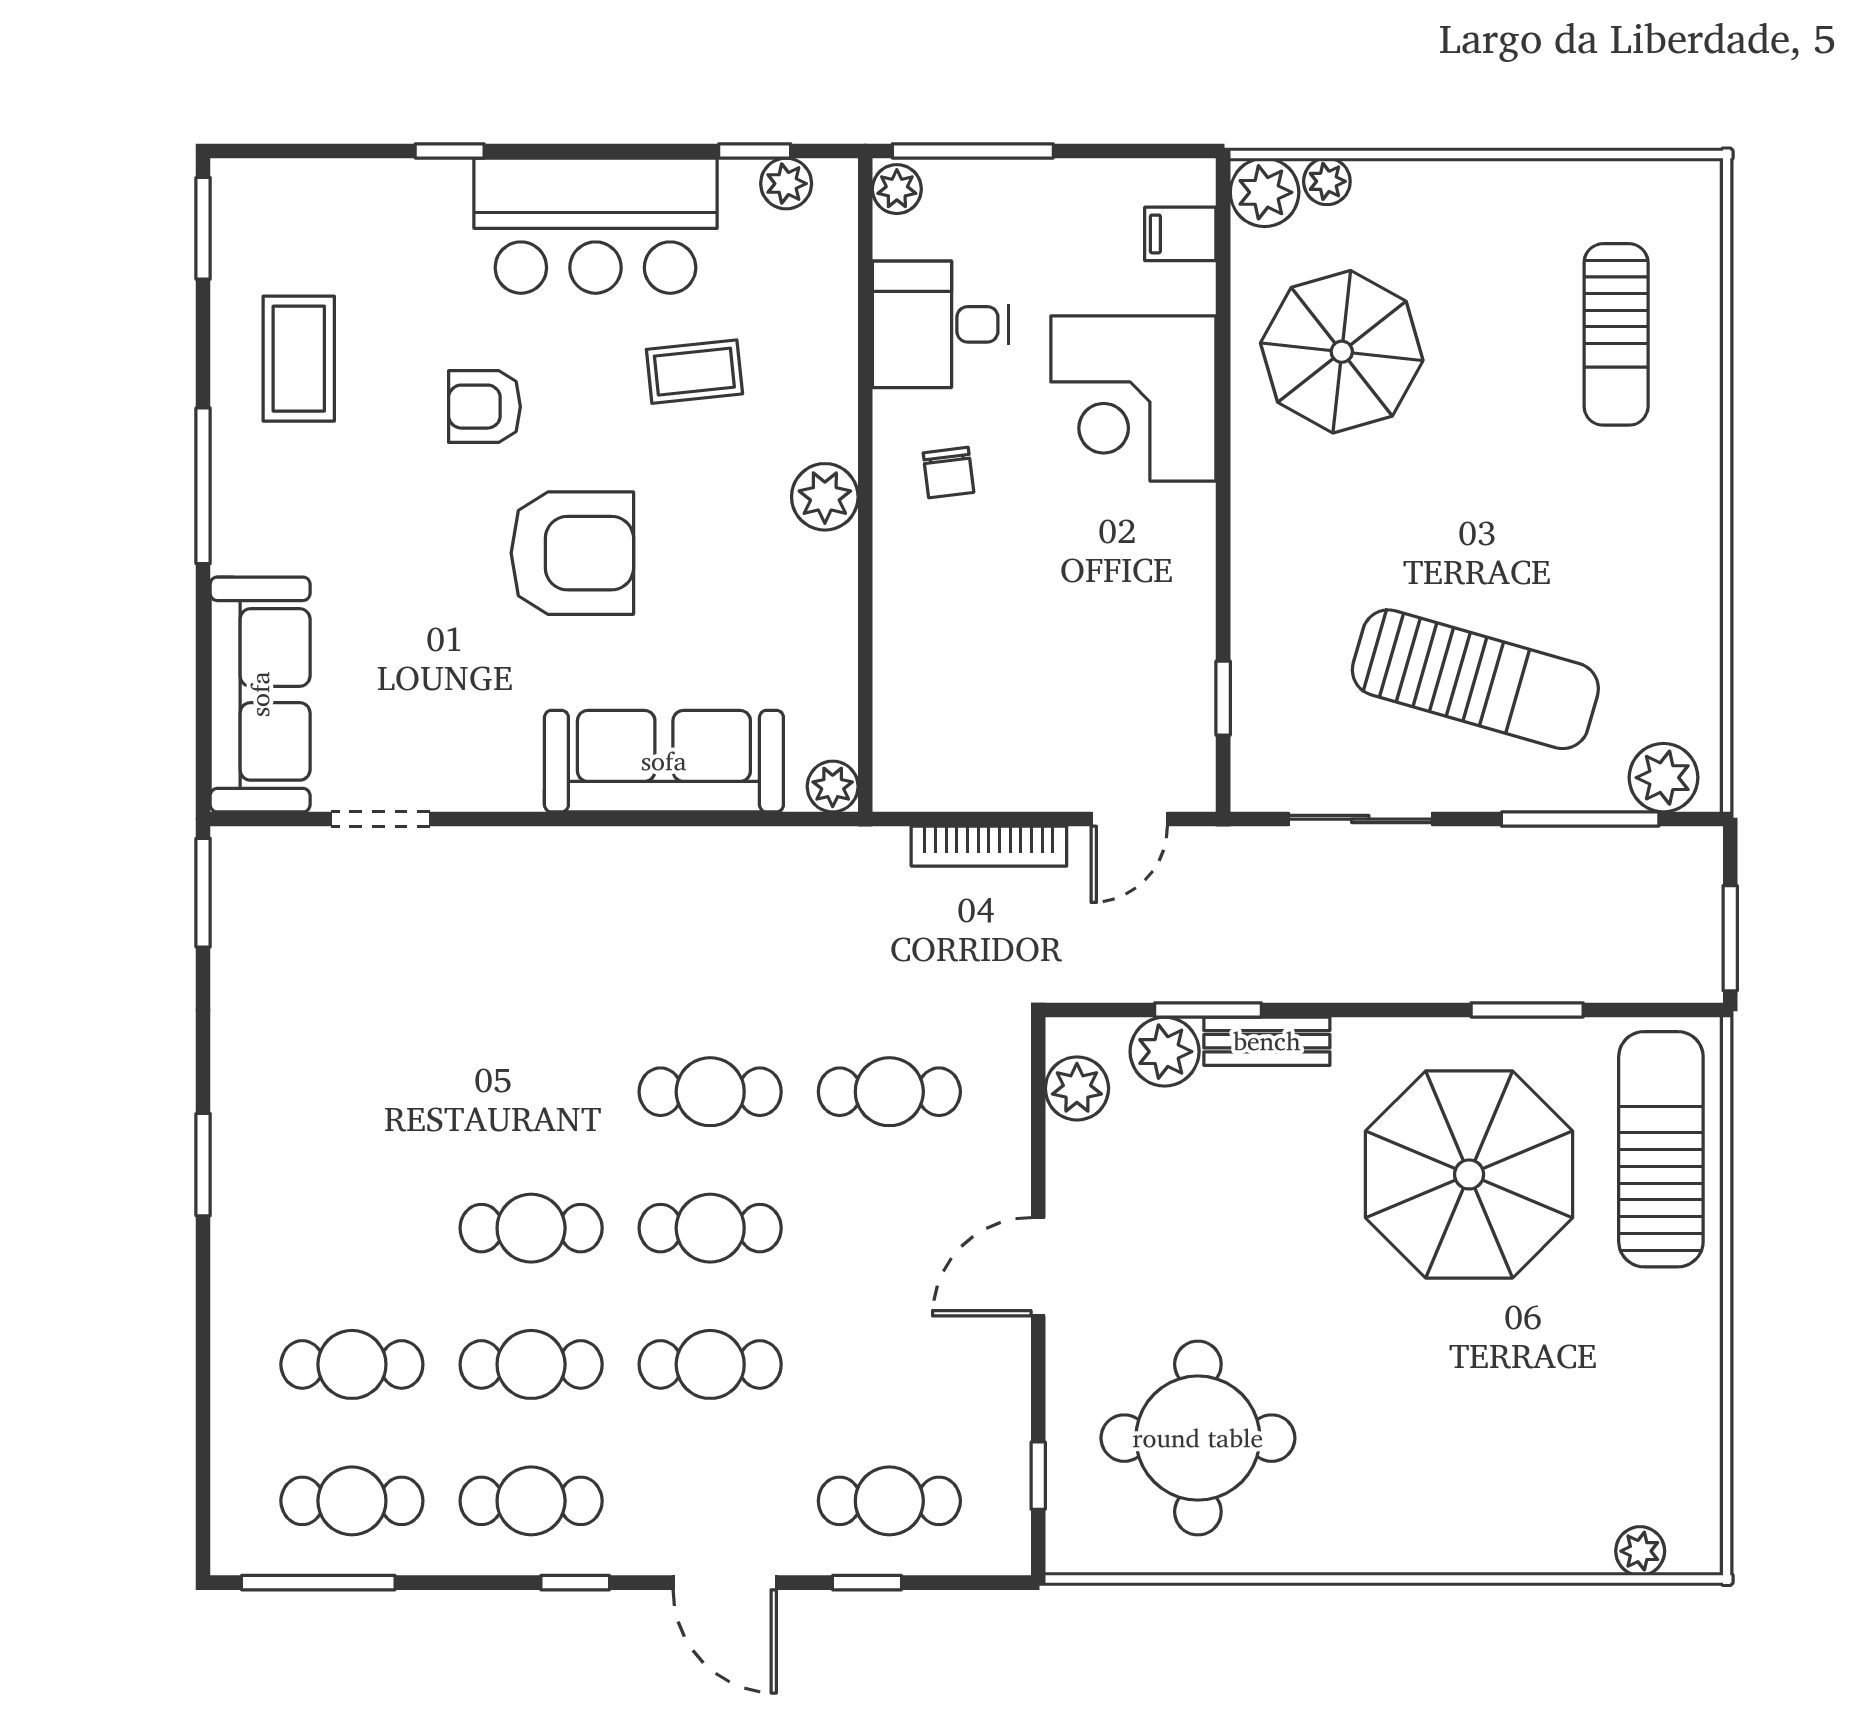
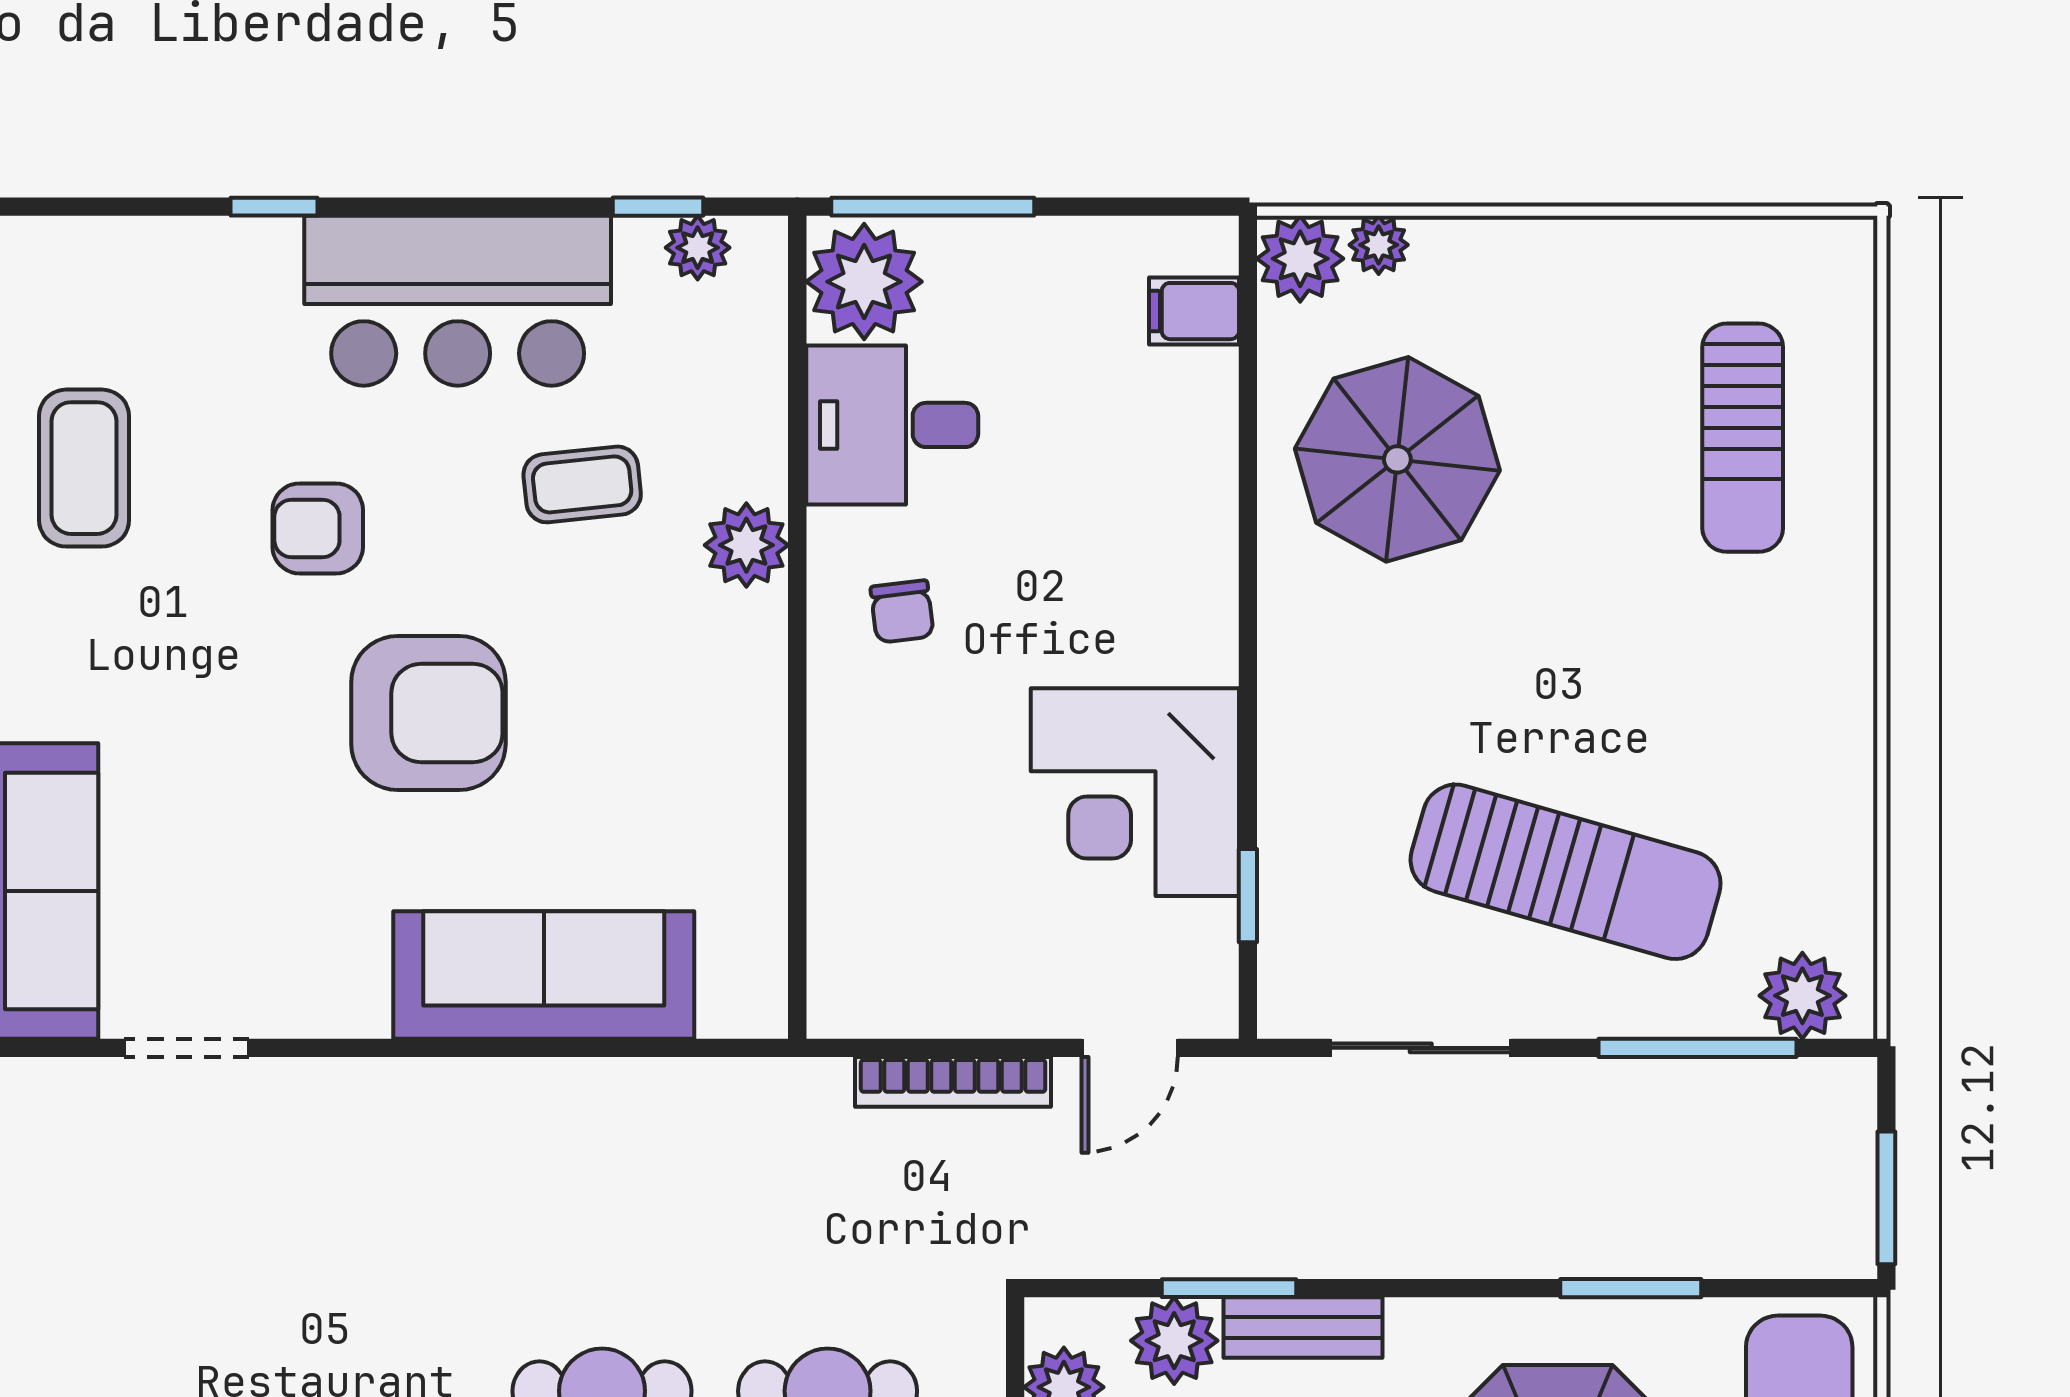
plant: (897, 189) -> (864, 282), width x1.87, depth x1.87
corner desk: (1133, 398) -> (1135, 792), moved
plant: (825, 497) -> (746, 545), moved
plant: (833, 786) -> (756, 1007), removed

